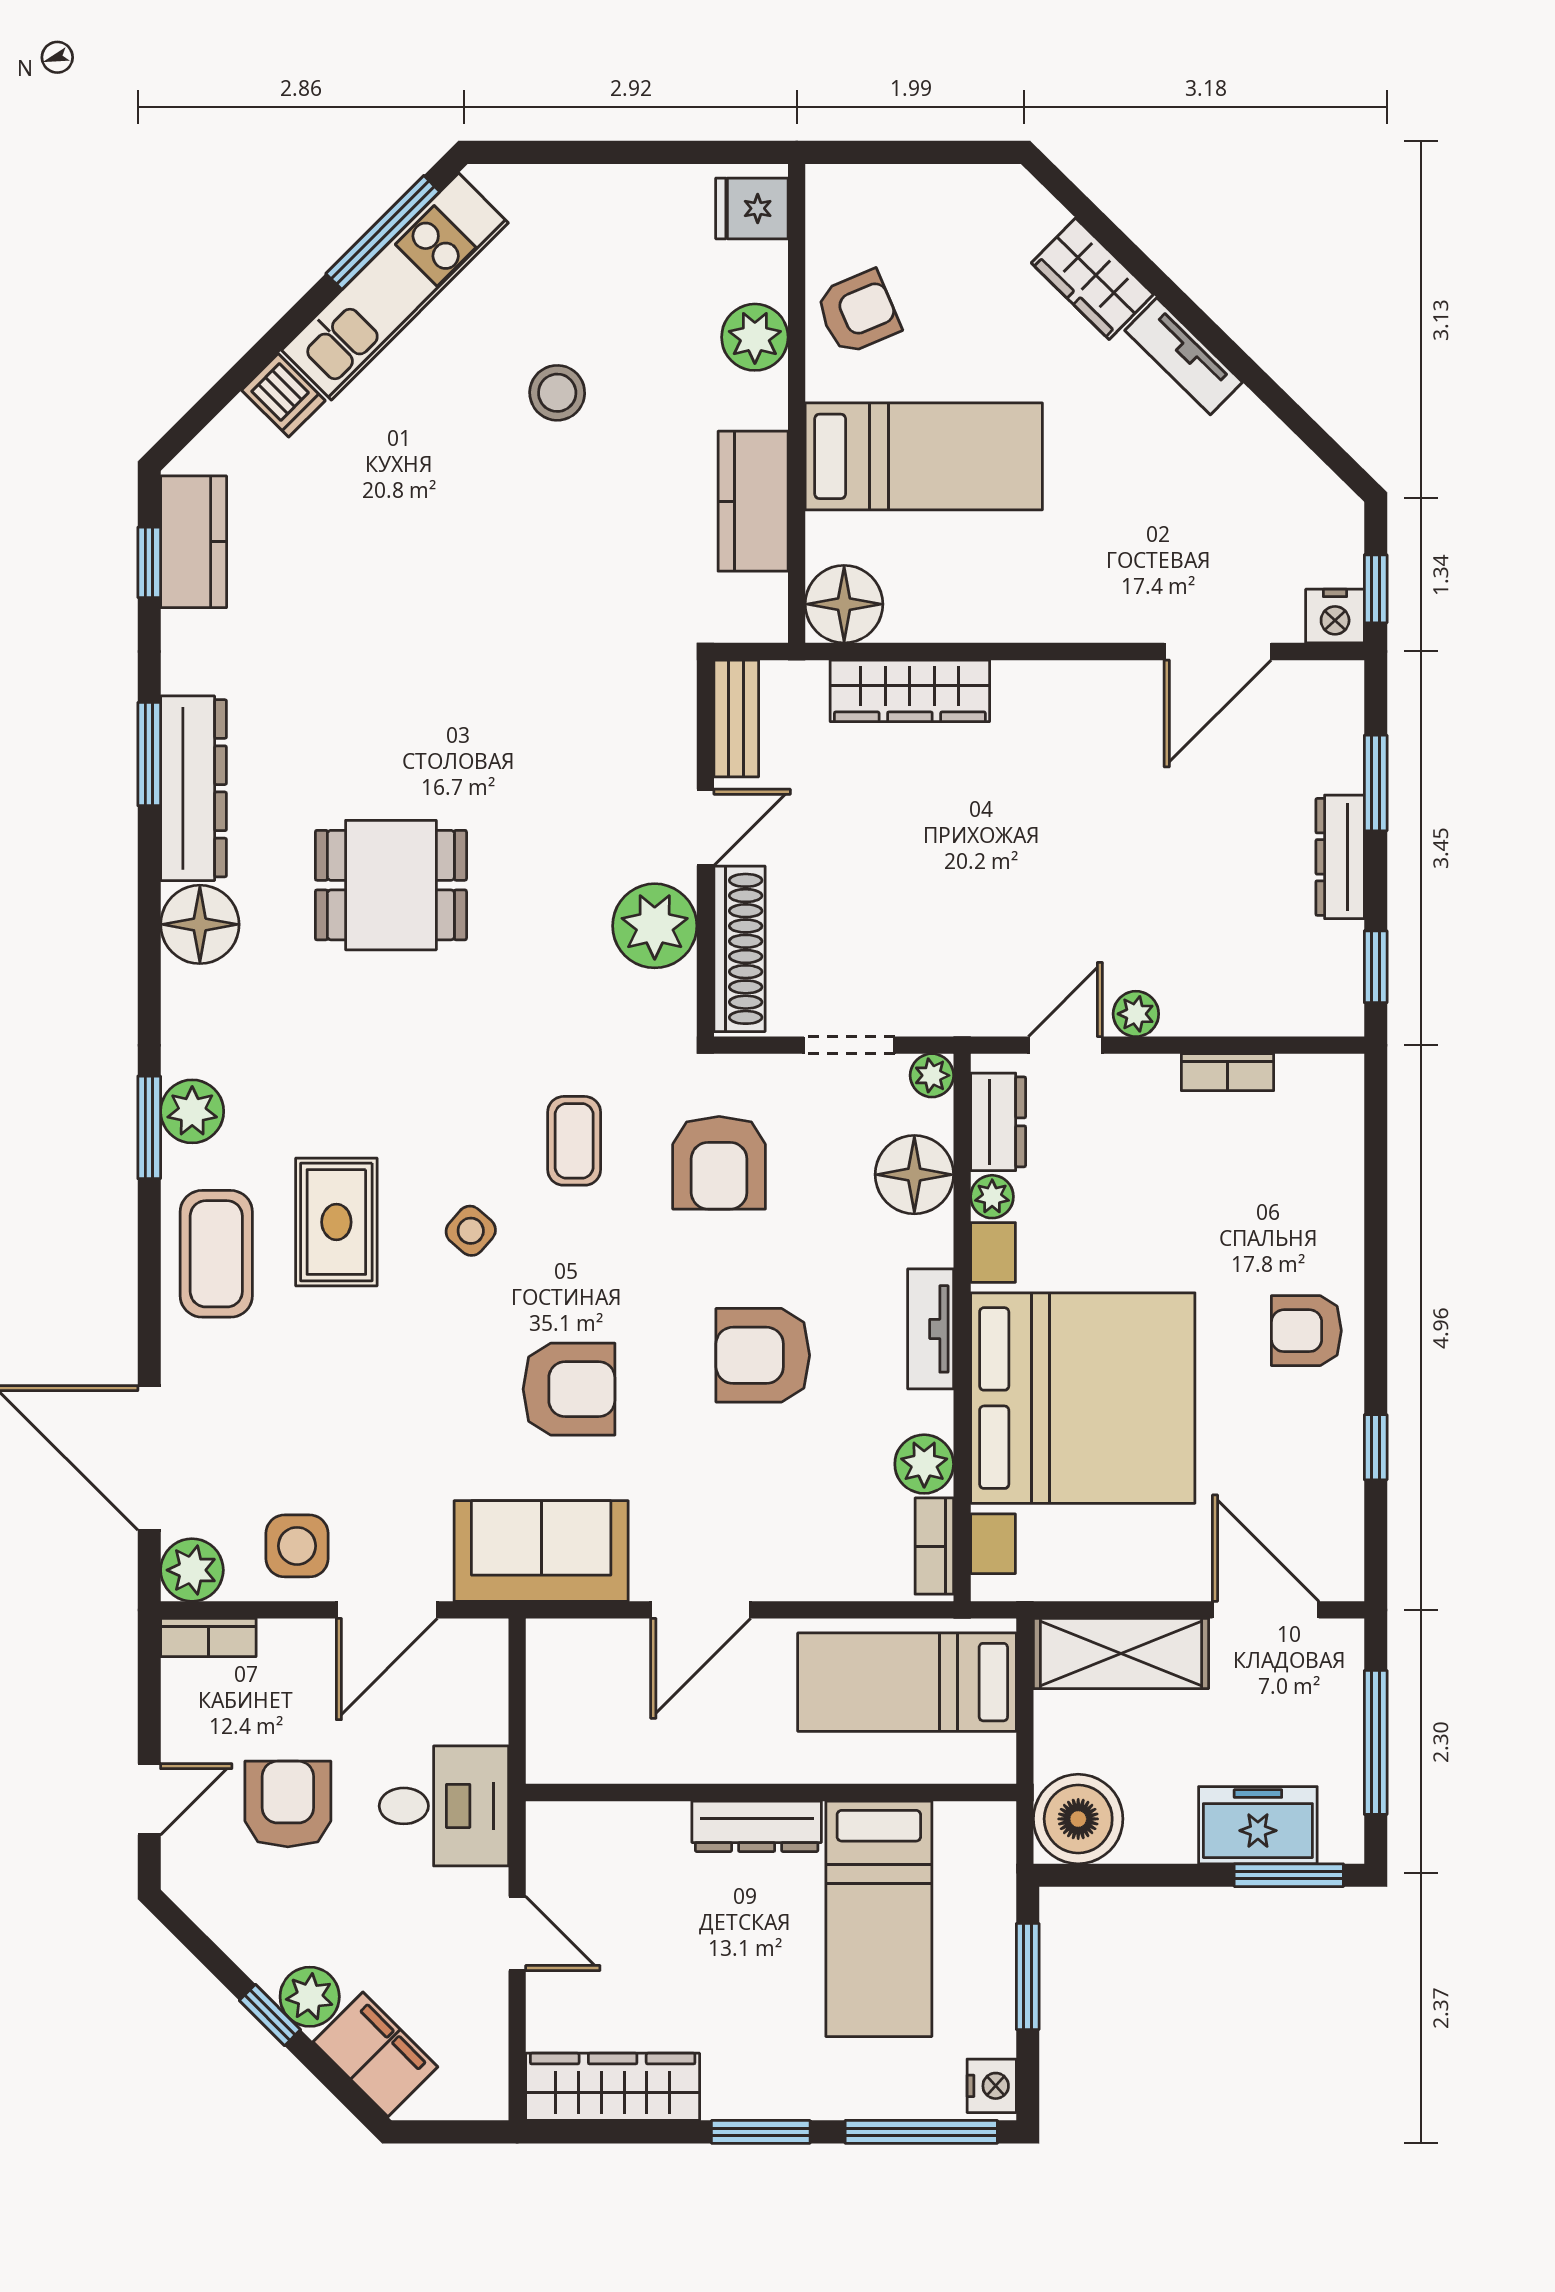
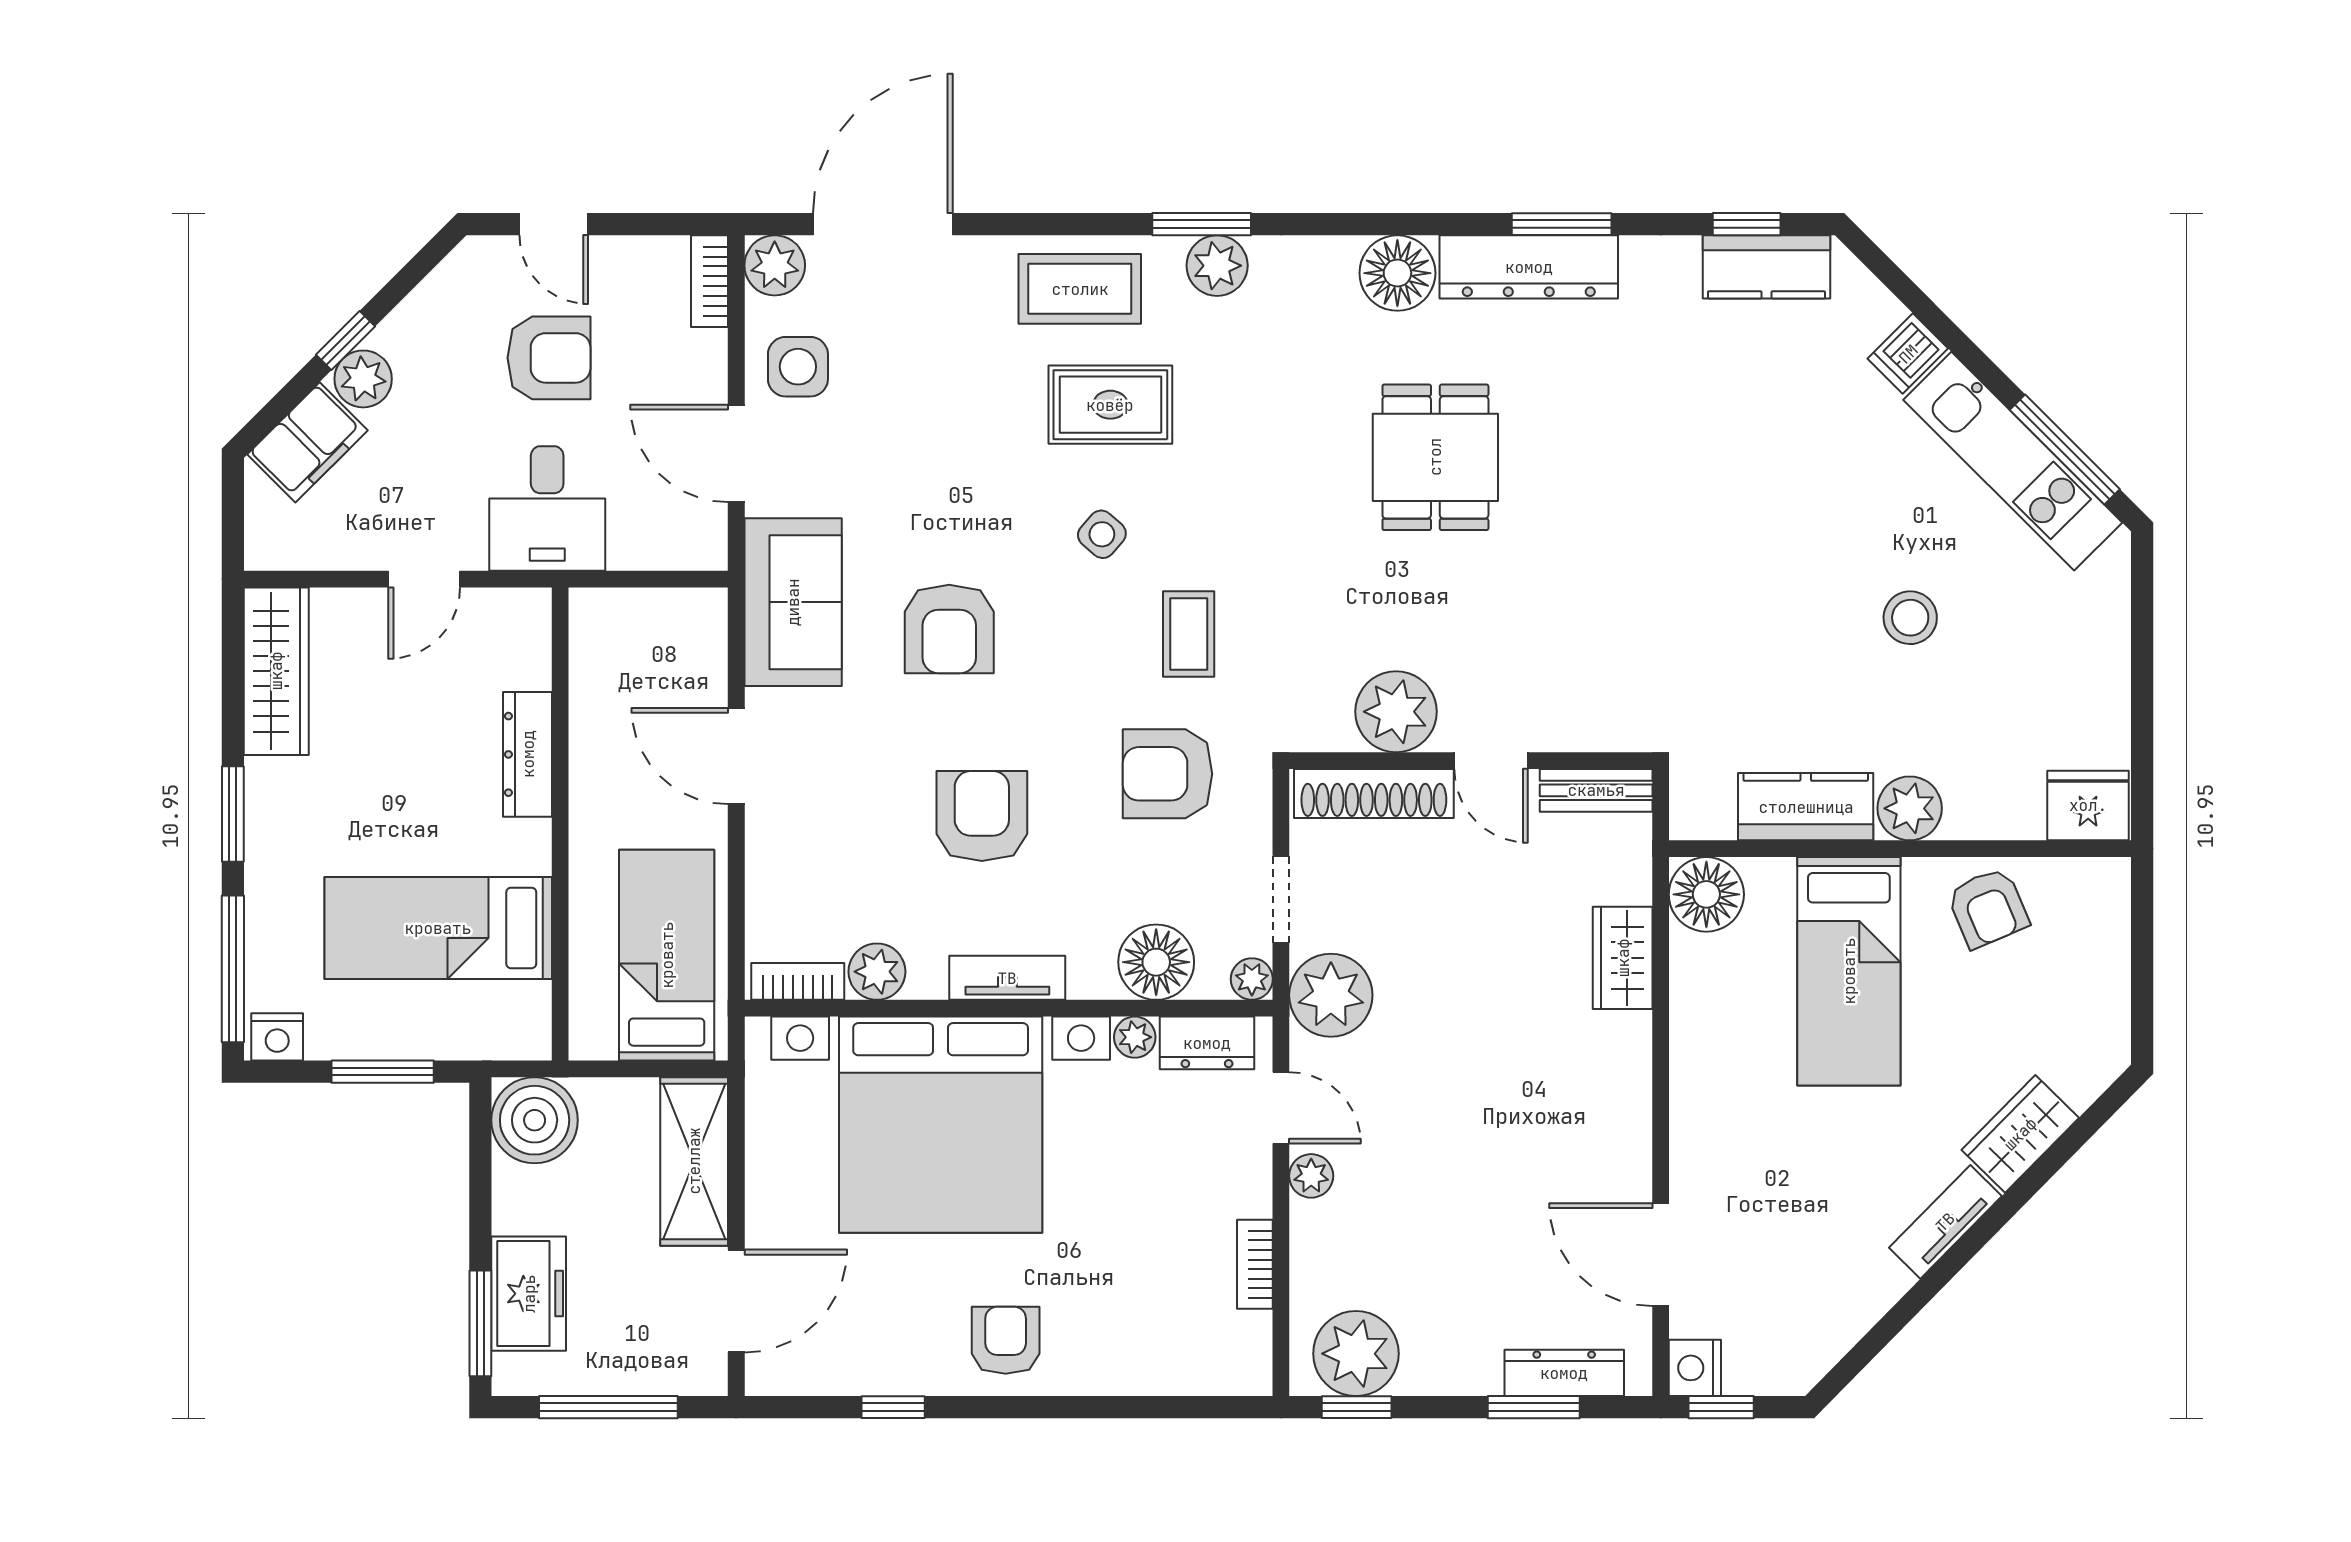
fridge: (752, 208) -> (2088, 805), width x1.38
plant: (755, 337) -> (1910, 808), moved
wardrobe: (910, 691) -> (1623, 958), width x0.67
dresser: (1340, 857) -> (1564, 1373), moved
plant: (1320, 967) -> (1356, 1354), added
plant: (949, 993) -> (1331, 995), added
coffee table: (574, 1141) -> (1189, 634), turned 90
dresser: (757, 1826) -> (528, 754), moved

